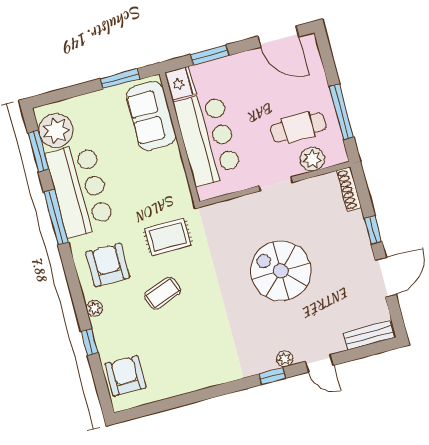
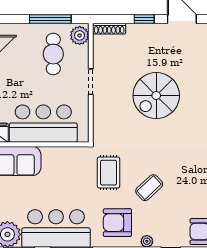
plant: (312, 159) -> (80, 35), moved
coffee table: (163, 293) -> (149, 188), turned 67

